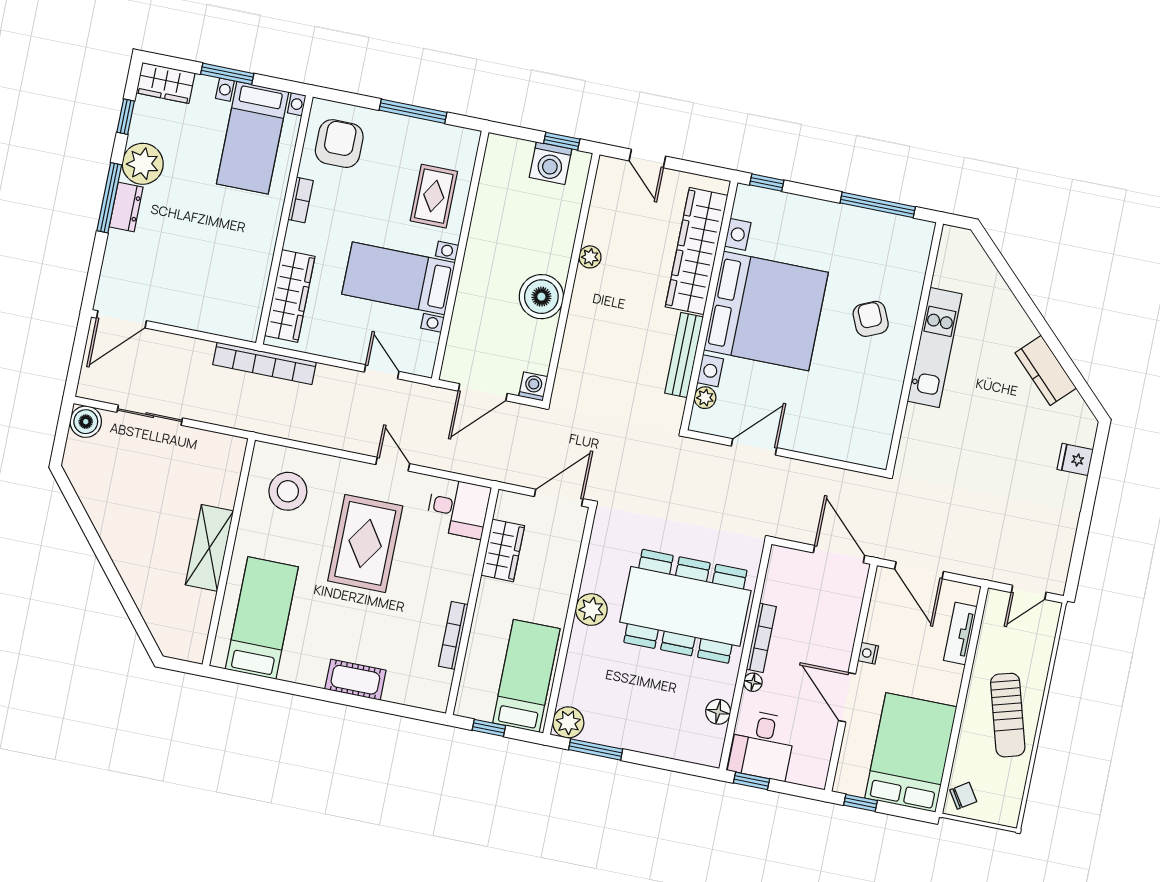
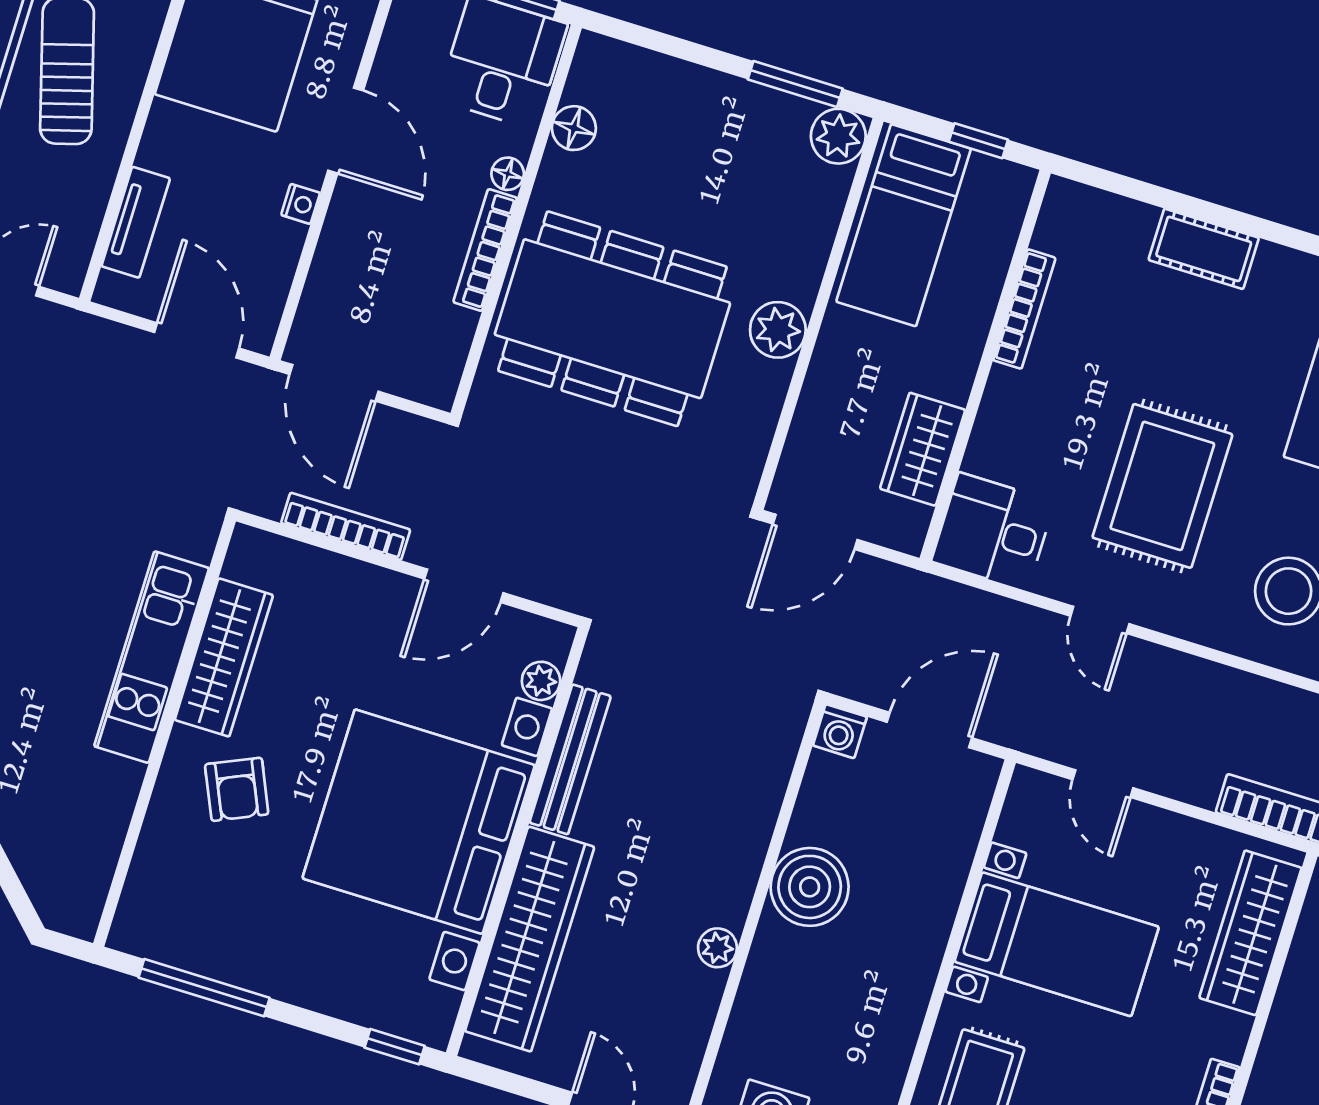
kitchen unit: (935, 348) -> (152, 657), moved
wardrobe: (886, 393) -> (224, 657), added
bookcase: (824, 474) -> (346, 526), added

